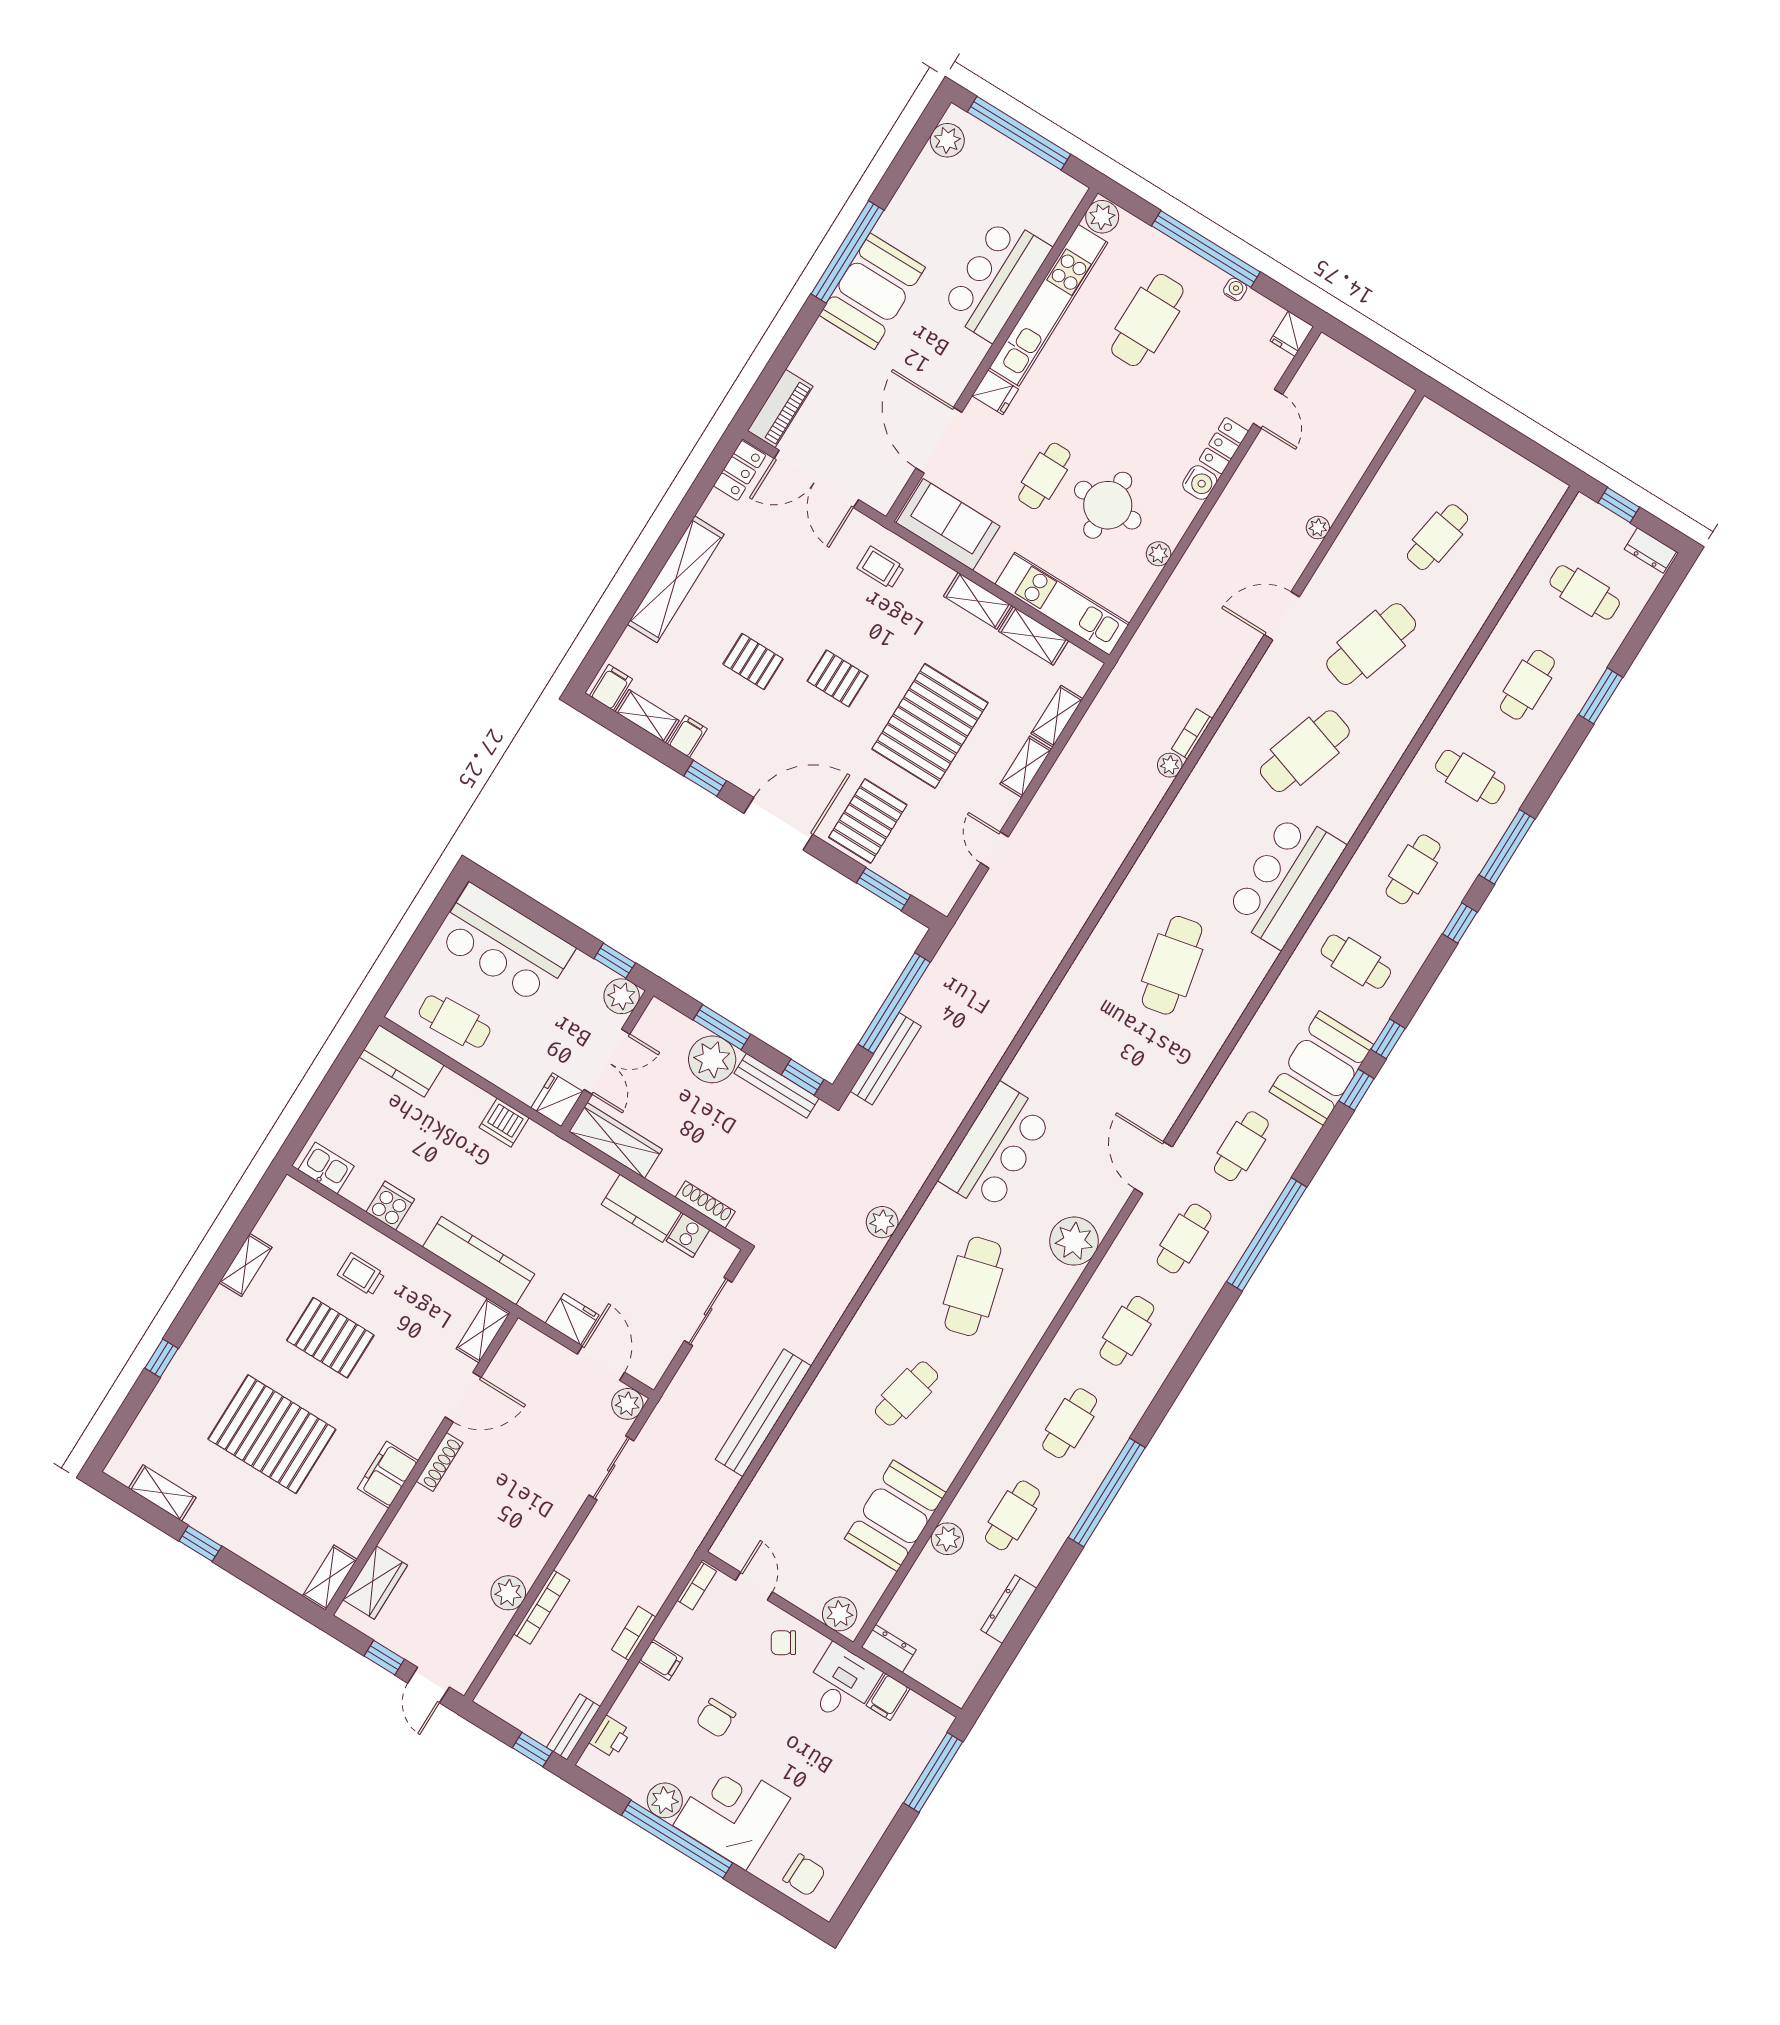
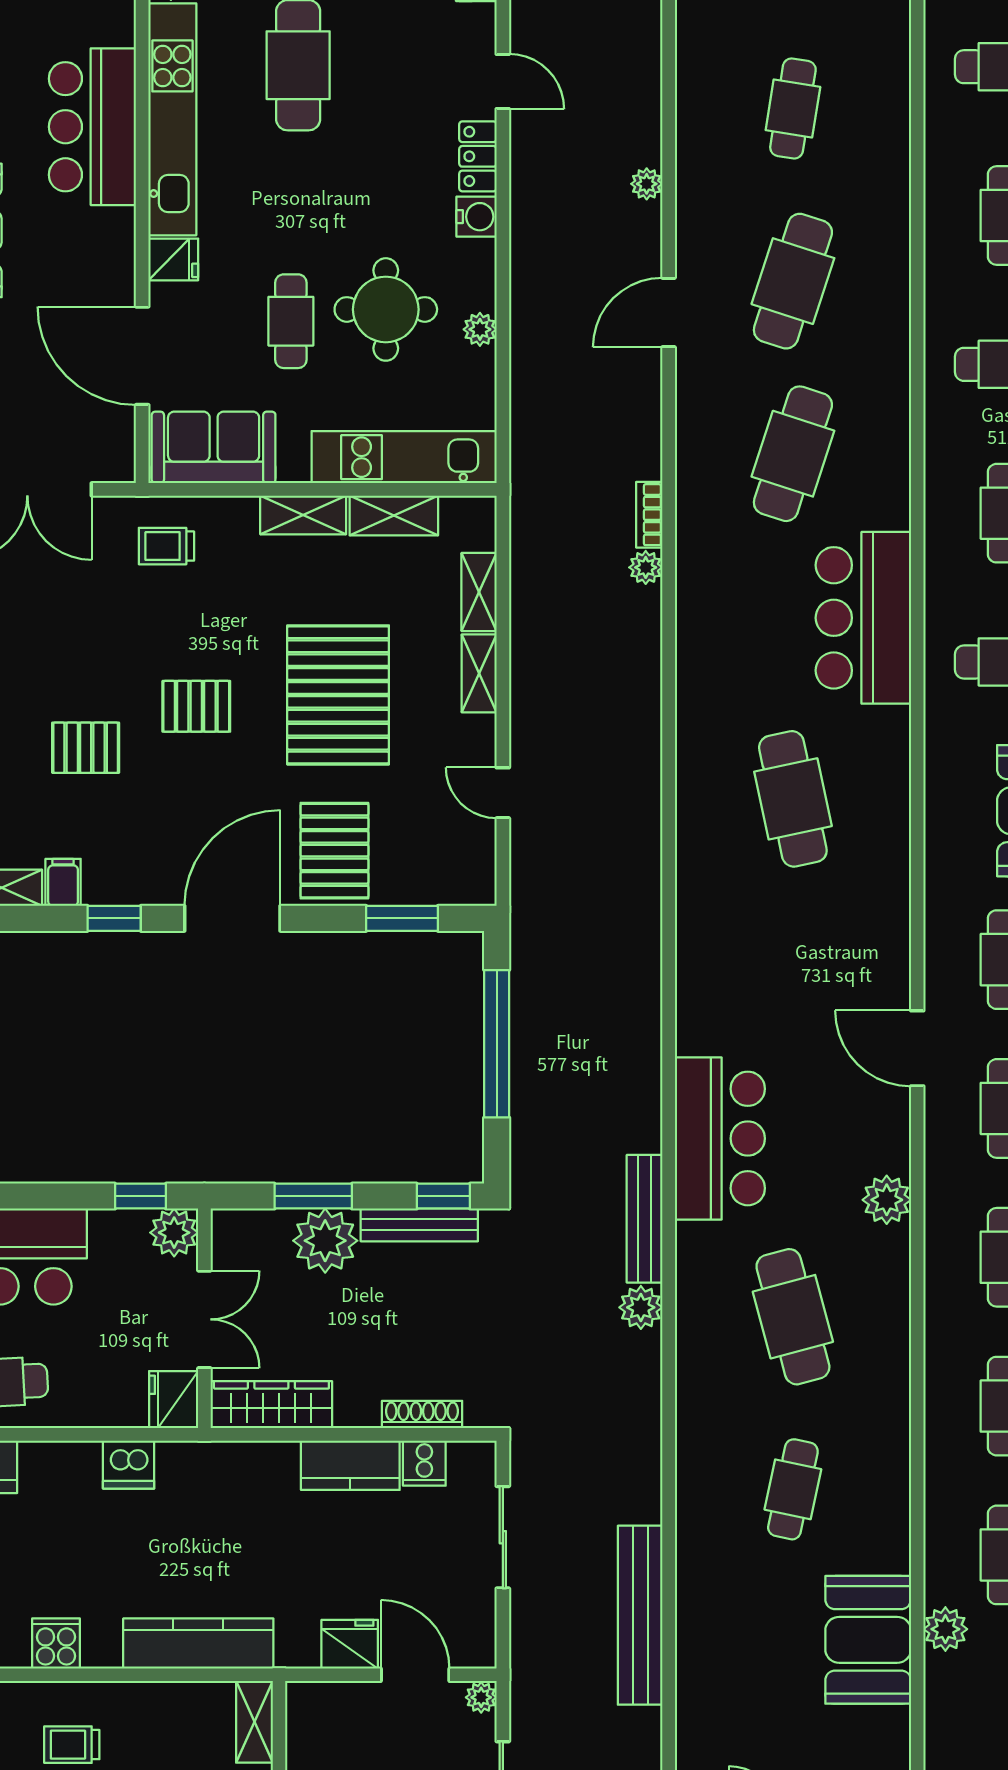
bench: (886, 1059) -> (644, 1219), moved
plant: (1074, 1241) -> (887, 1200), width x0.73, depth x0.73
plant: (627, 1404) -> (481, 1697), width x0.73, depth x0.73

